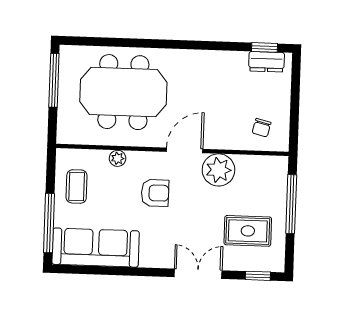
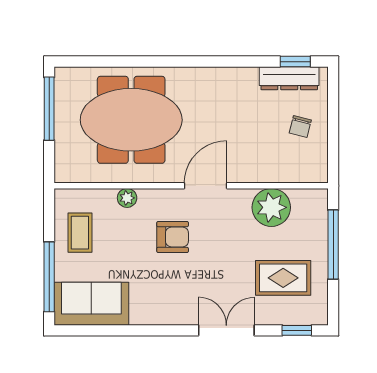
dresser: (267, 62) -> (289, 78), width x1.44
chair: (262, 128) -> (300, 126), moved
plant: (218, 170) -> (271, 207), moved
sofa: (96, 248) -> (91, 304), width x0.73

